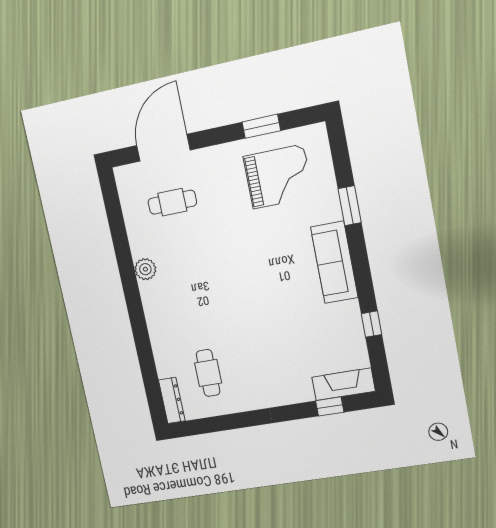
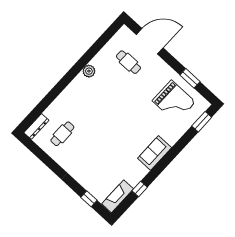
window: (350, 206) -> (202, 122), moved
sofa: (334, 262) -> (155, 153), width x0.73
fireplace: (343, 384) -> (118, 196), moved, turned -90

